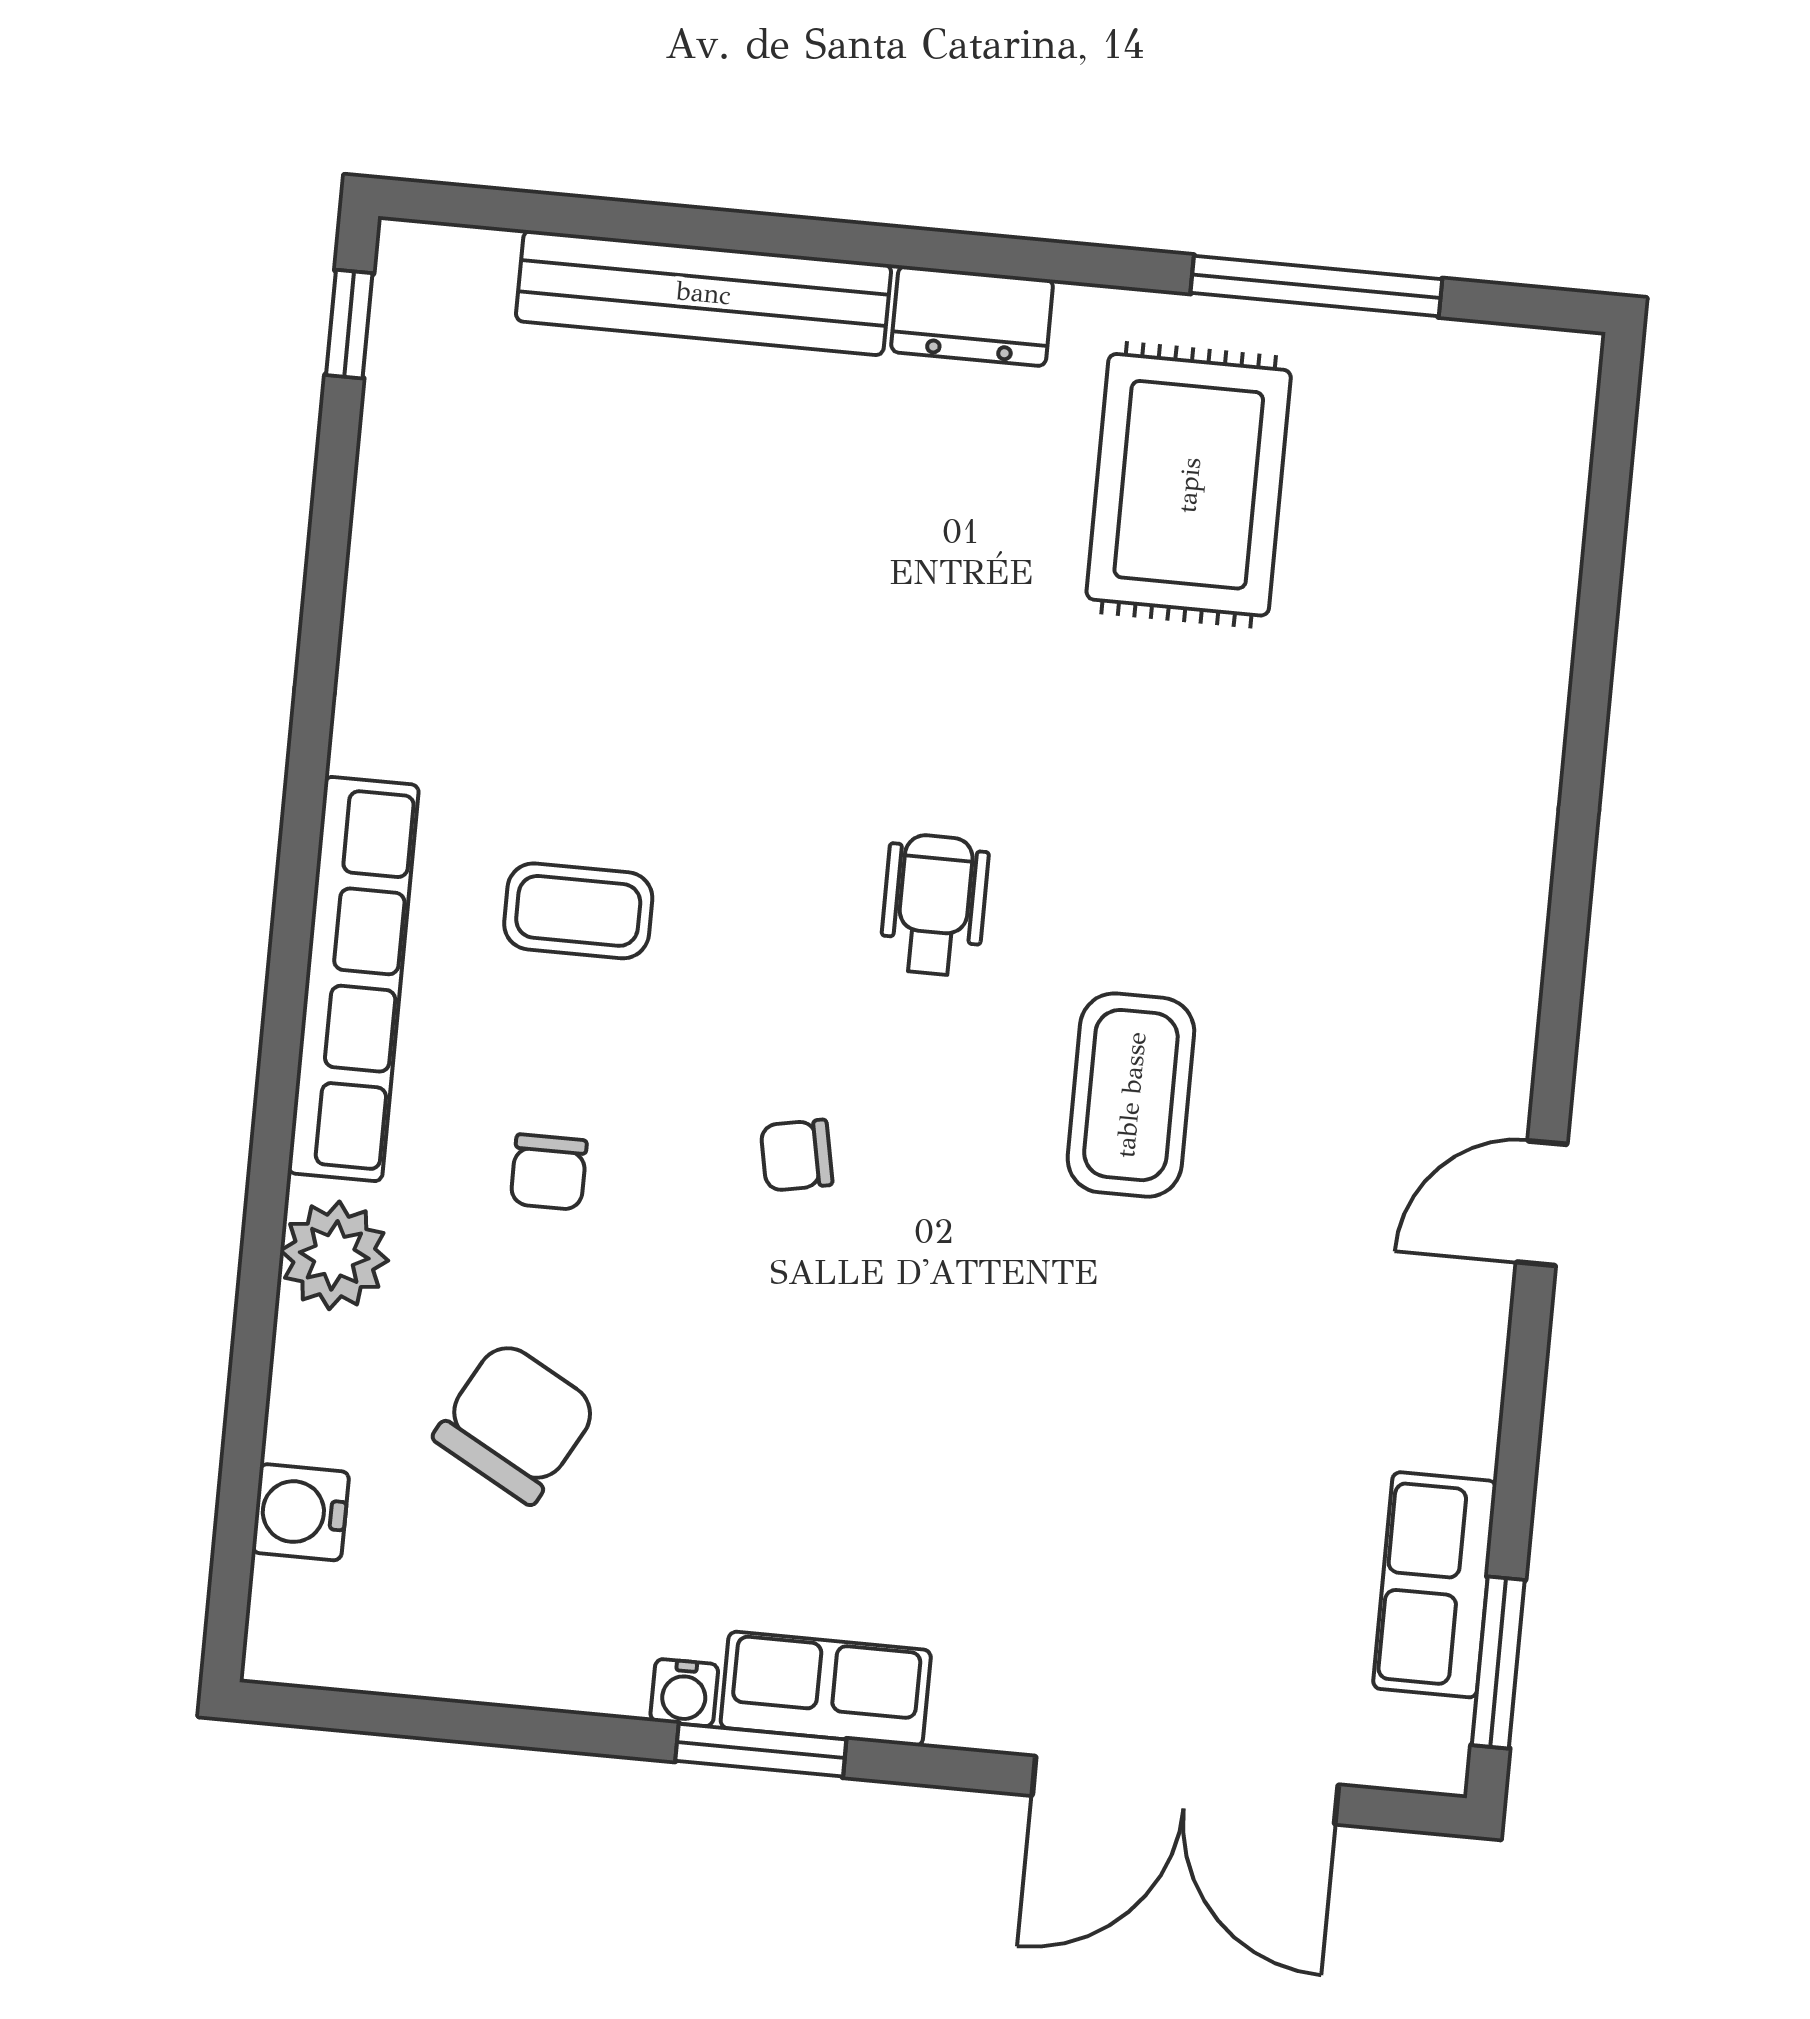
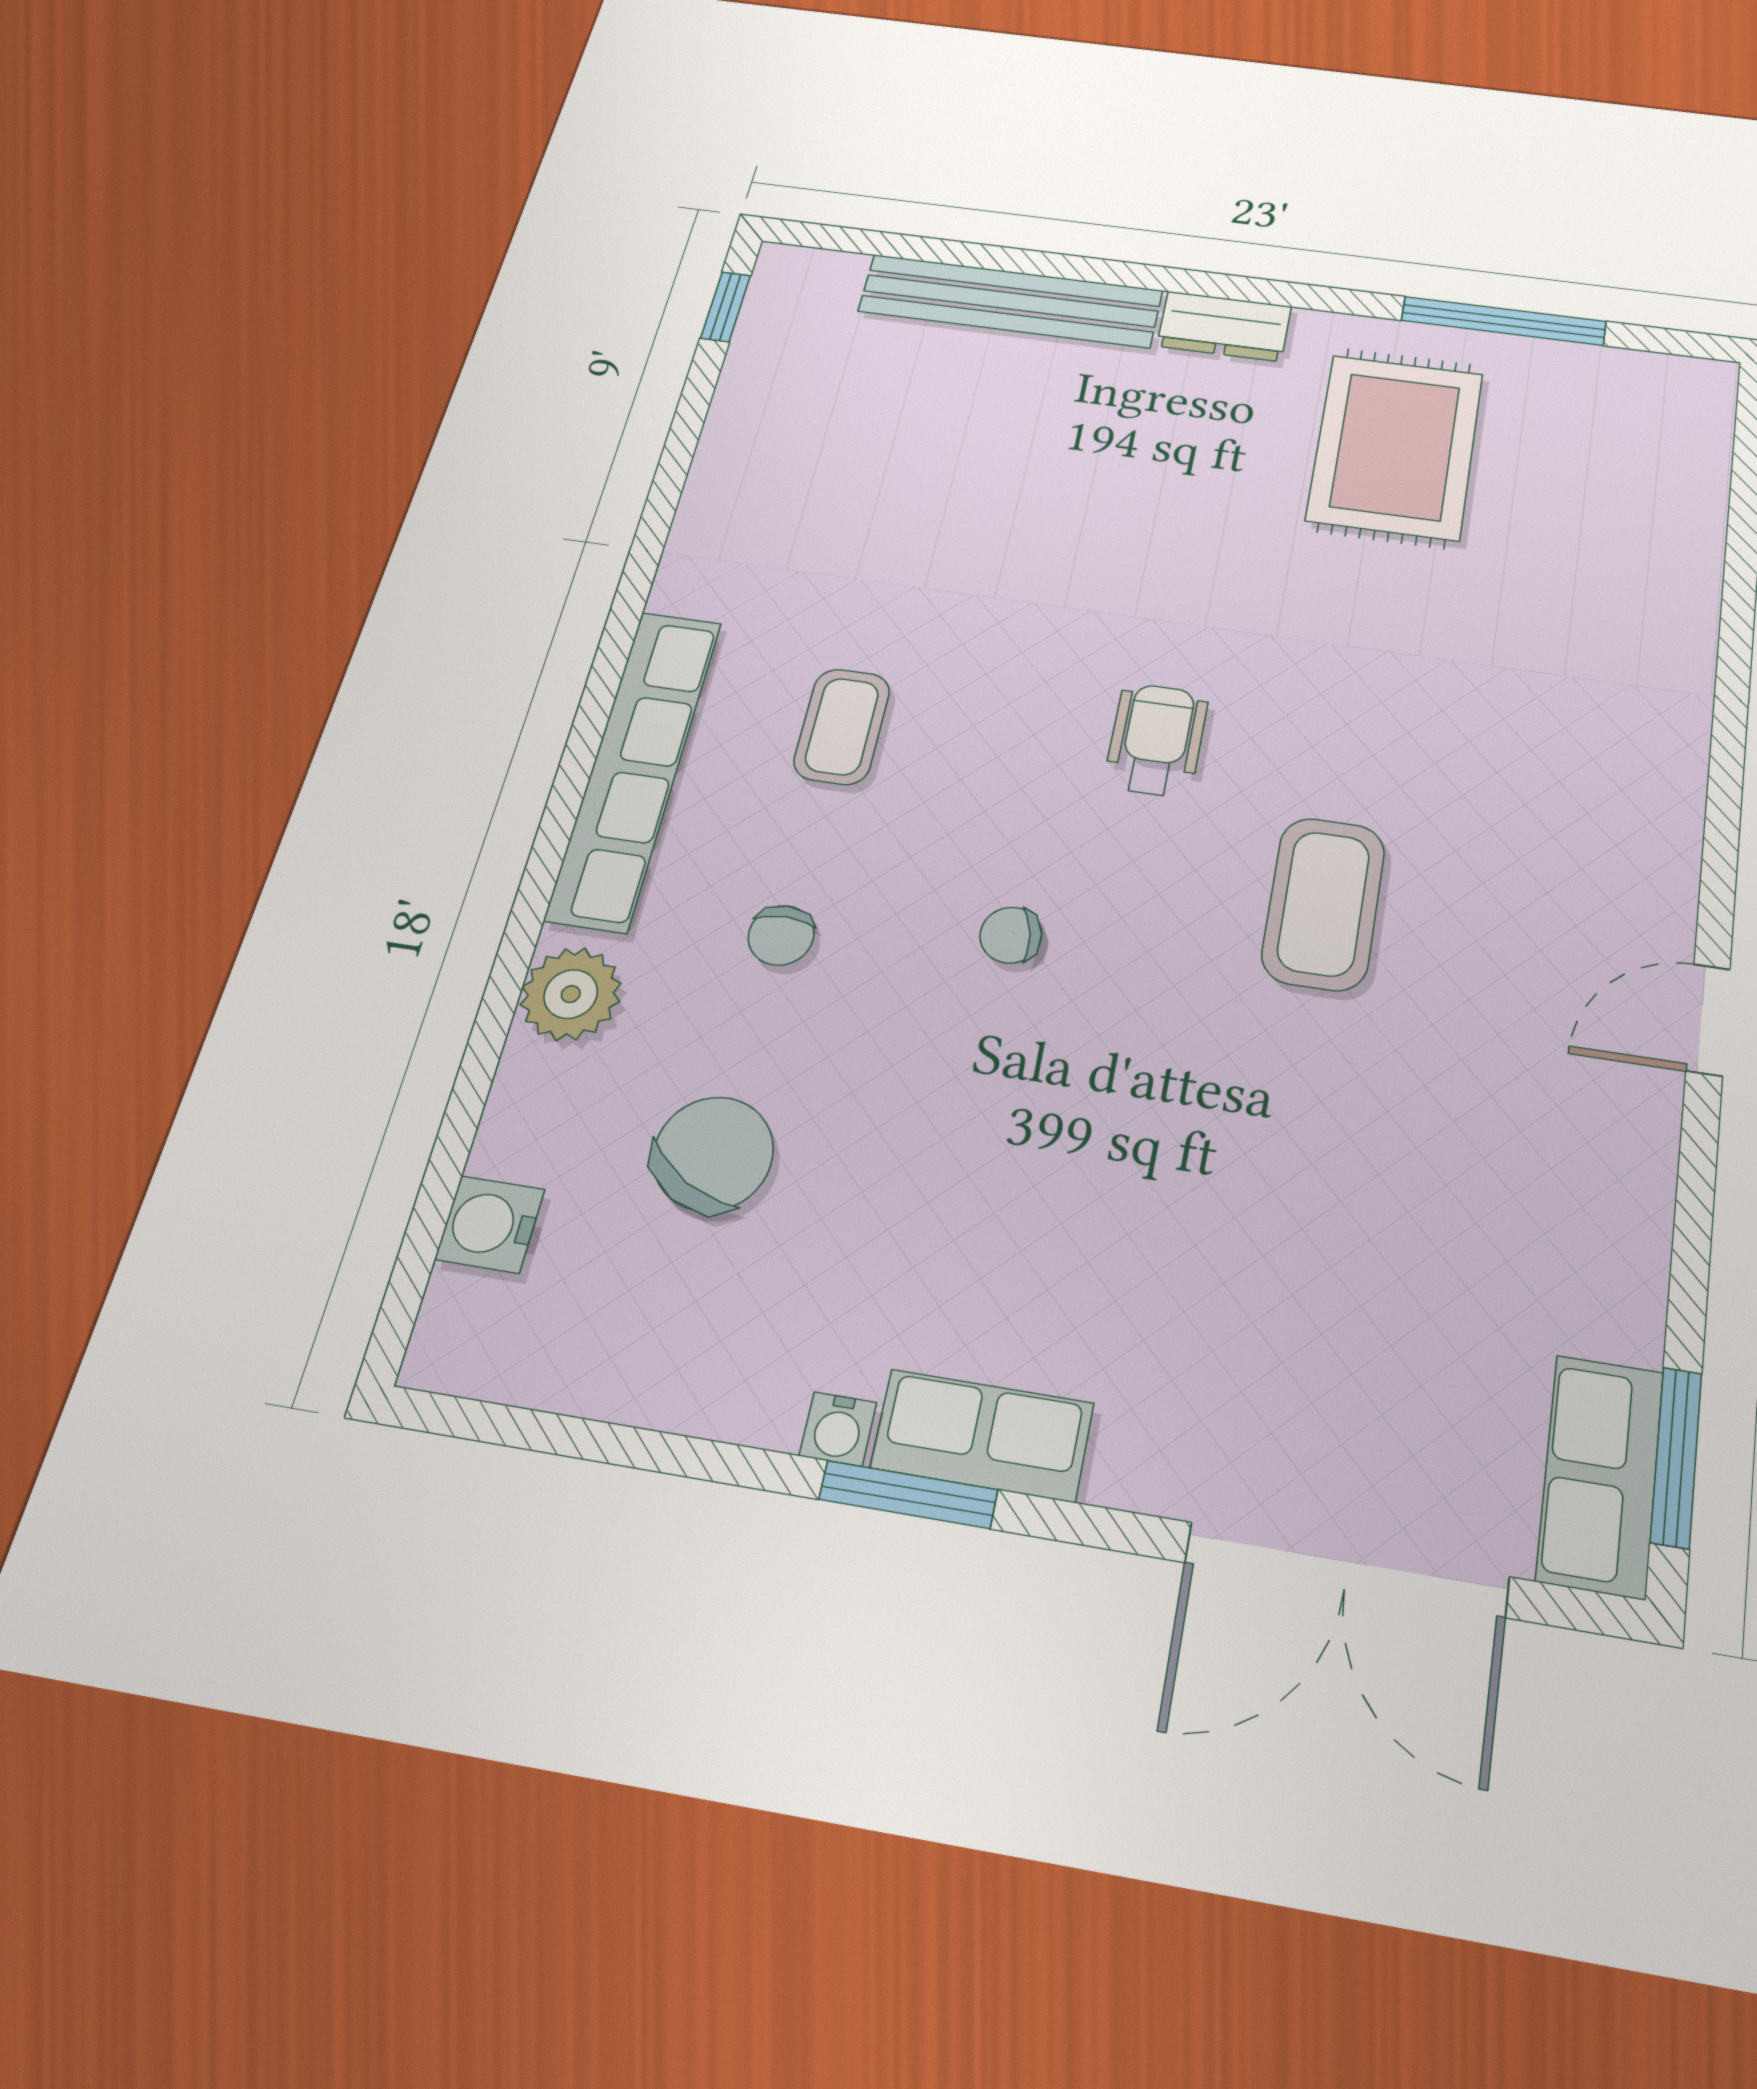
coffee table: (578, 911) -> (842, 726), turned 90
row of seats: (1435, 1585) -> (1600, 1475), moved

